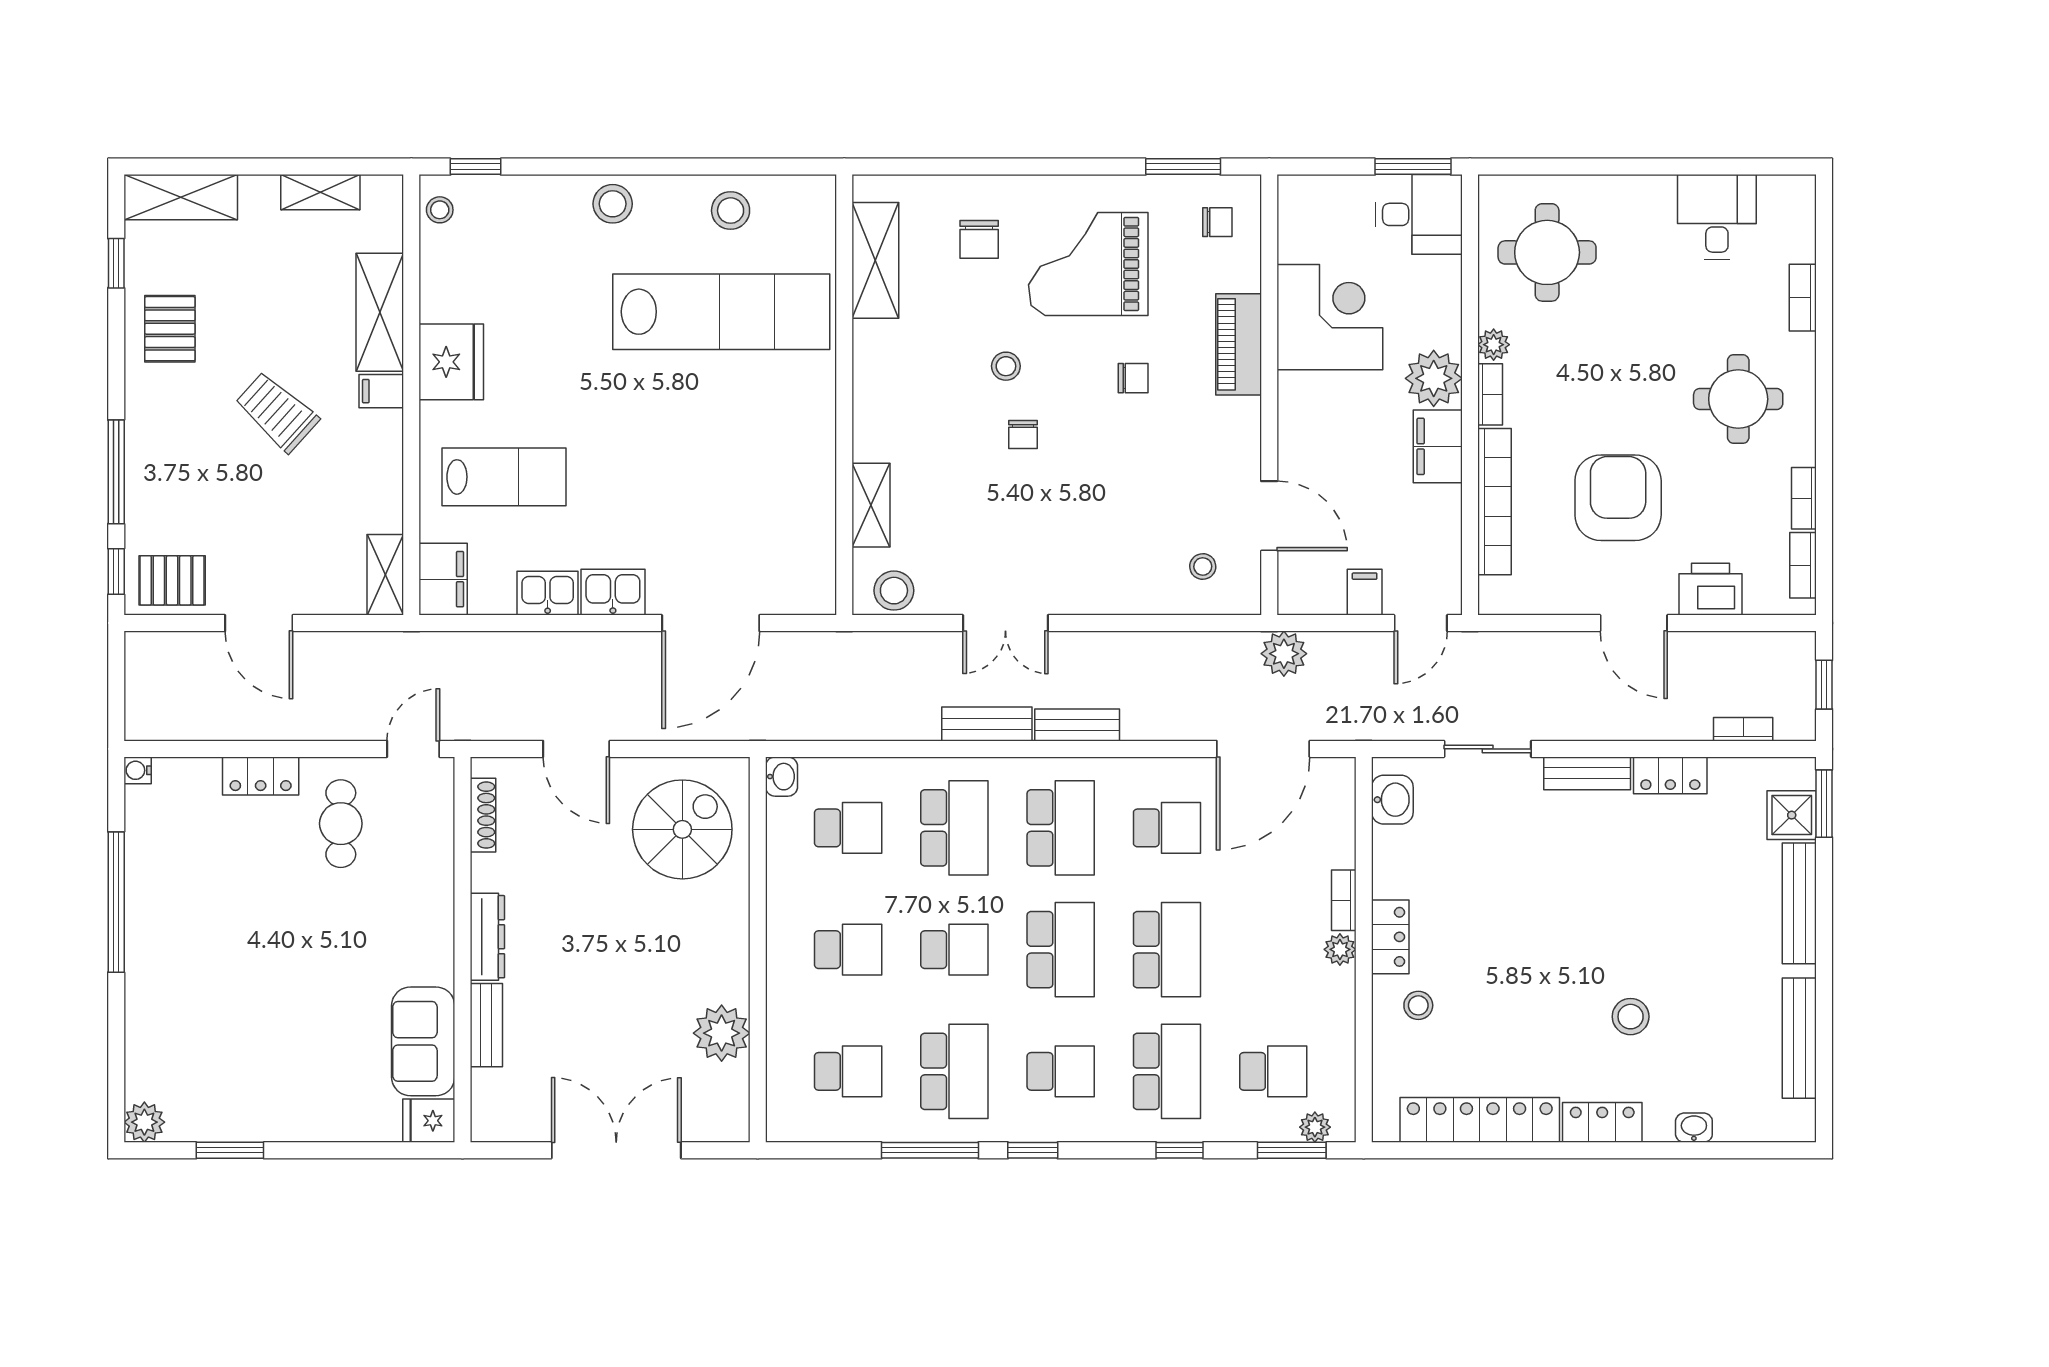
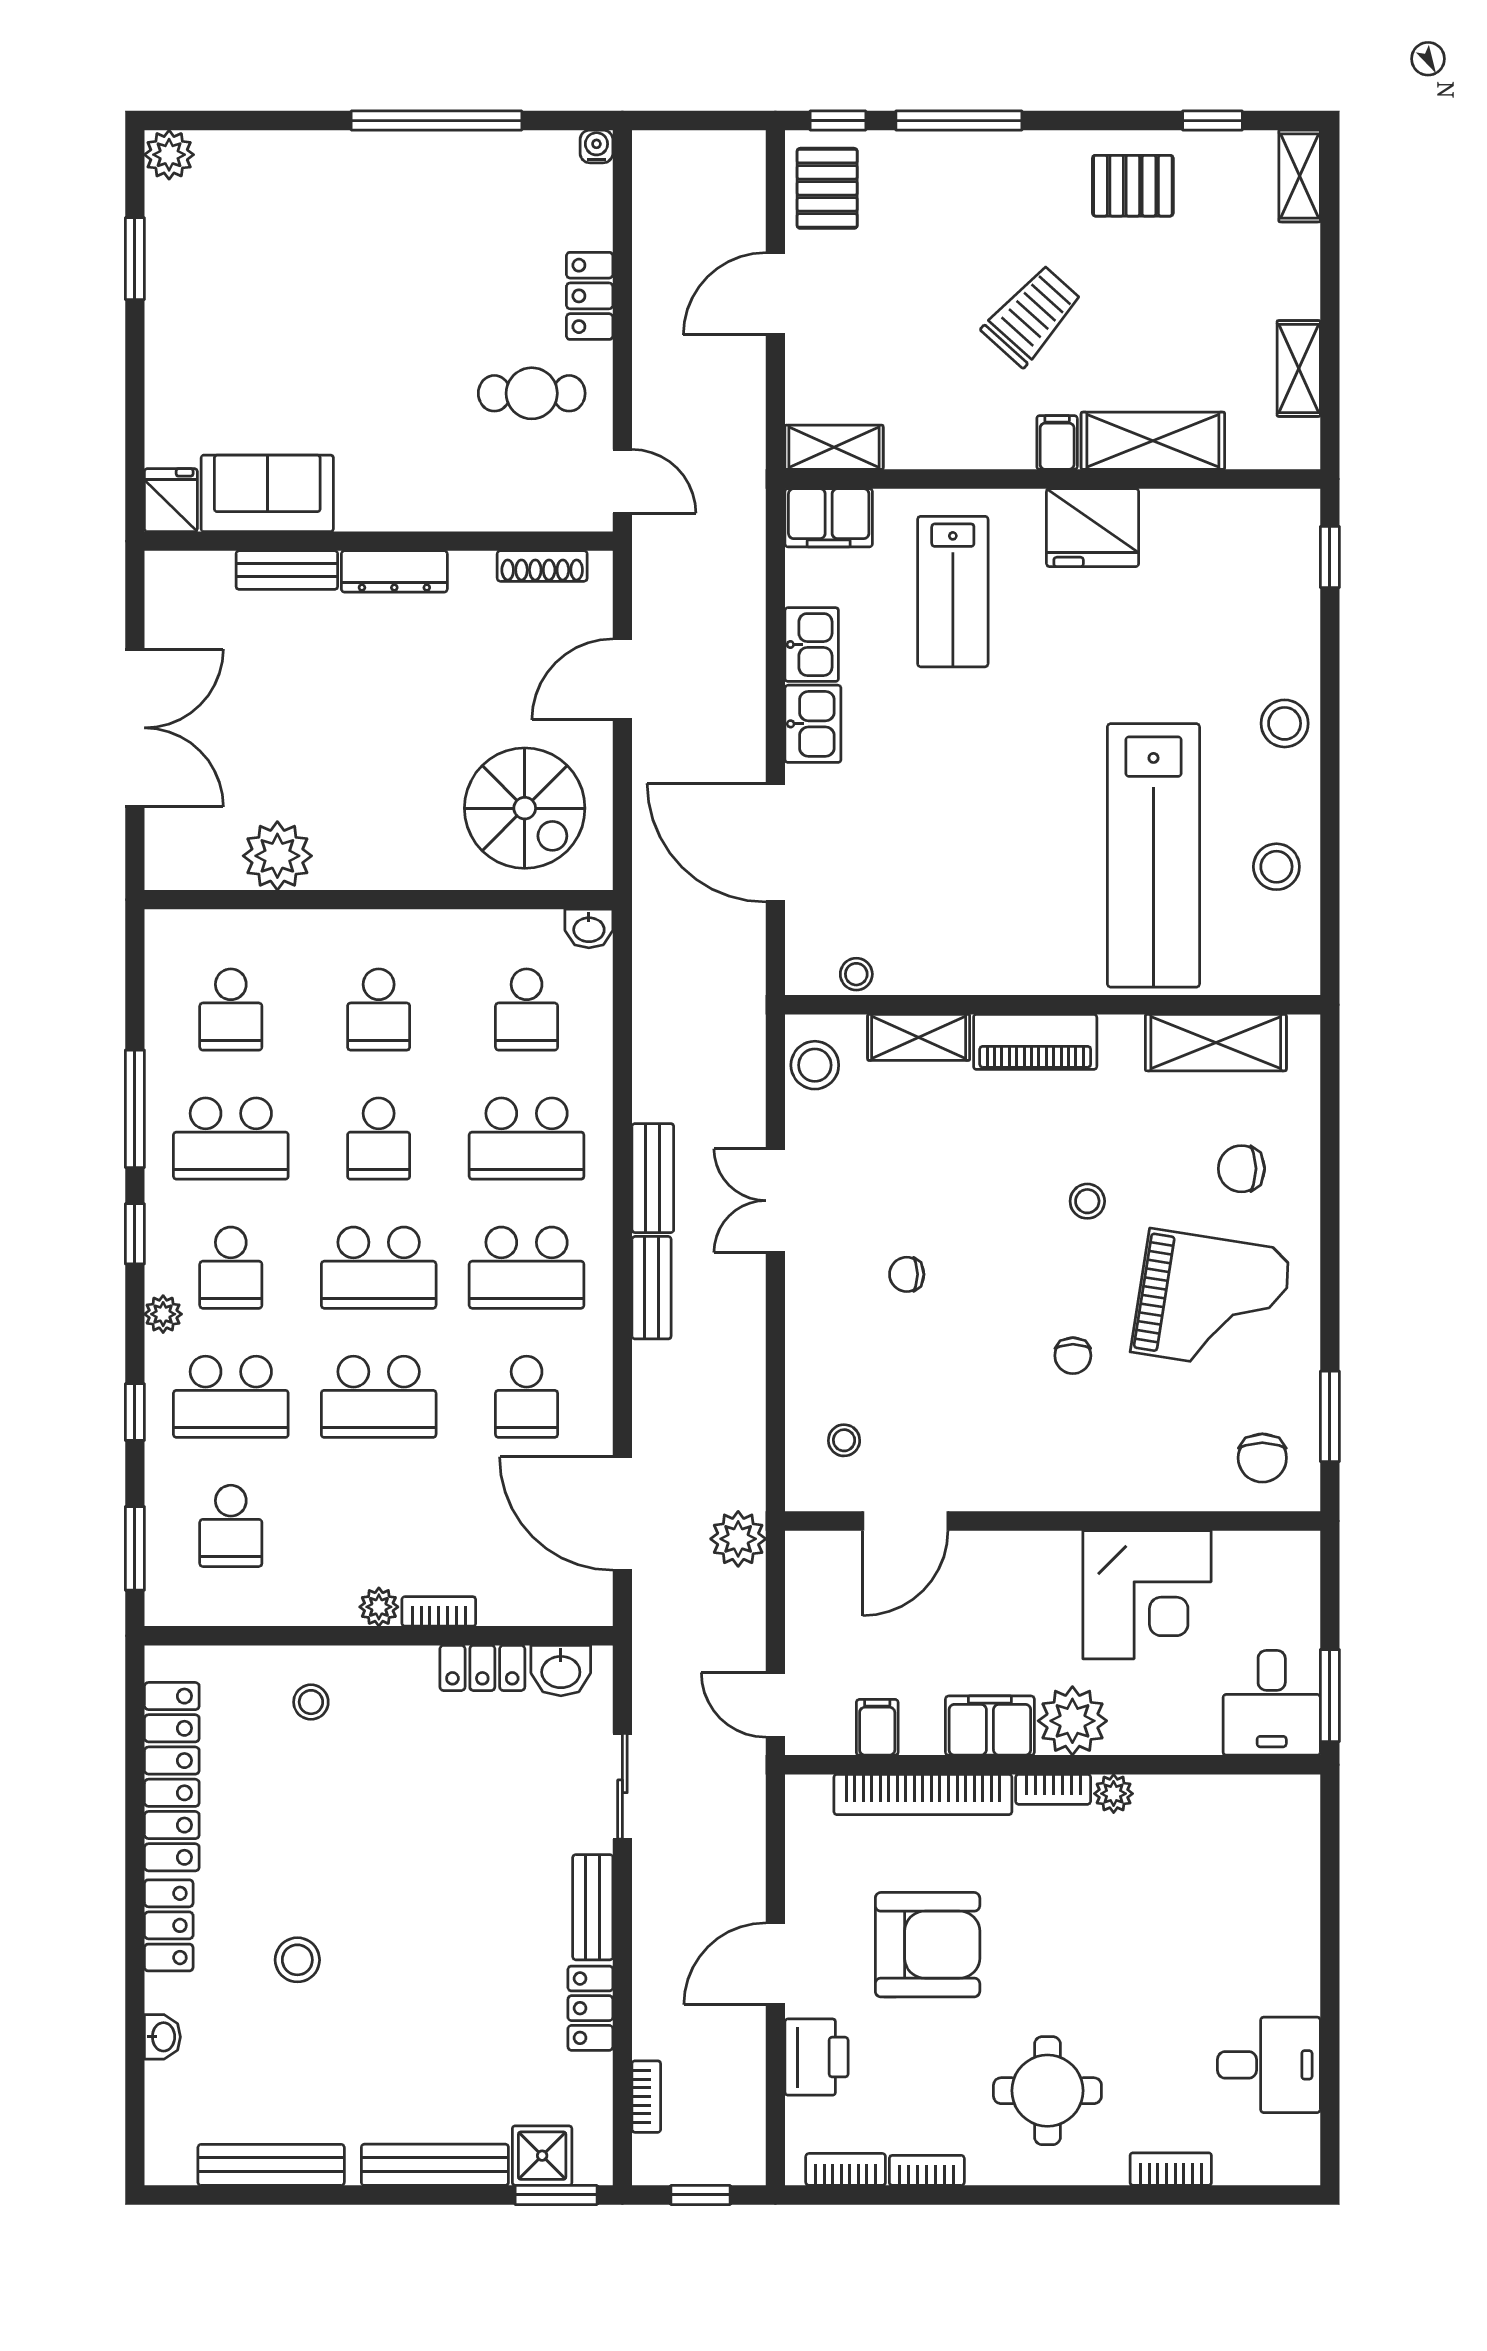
shelving: (181, 197) -> (1300, 176), width x0.67, depth x0.75
stool: (440, 210) -> (856, 974), moved
chair: (1217, 222) -> (1262, 1458), width x1.37, depth x1.37
round table: (1547, 252) -> (1226, 1858), removed
grand piano: (1088, 264) -> (1211, 1301), turned 99
piano: (1239, 344) -> (1035, 1042), moved, turned 180
chair: (1023, 435) -> (907, 1274), moved
filing cabinet: (1365, 592) -> (877, 1727), moved, turned -90
locker: (1390, 937) -> (482, 1668), moved
plant: (1315, 1127) -> (163, 1314), moved

